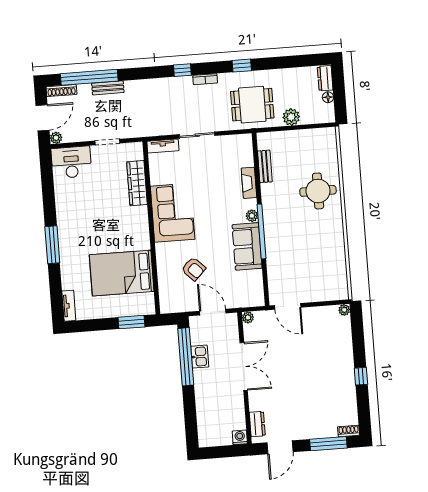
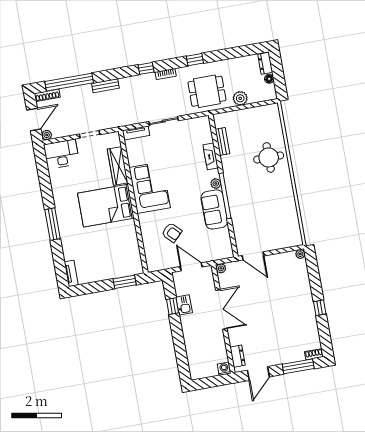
bench: (108, 88) -> (105, 86), moved
bed: (122, 273) -> (106, 206), moved
window: (186, 357) -> (173, 306), width x0.32

